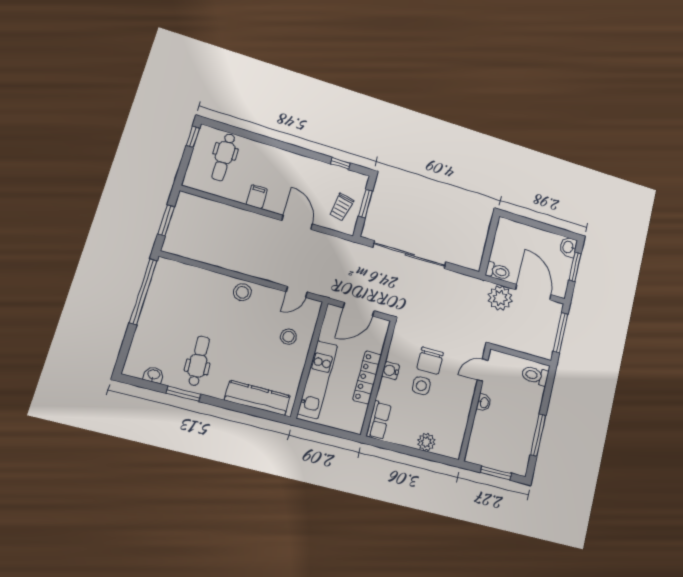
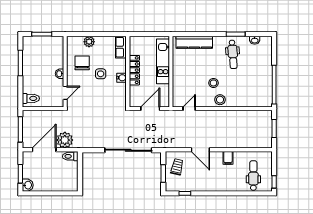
door: (533, 292) -> (44, 150), swing flipped
stool: (288, 337) -> (213, 83), moved
chair: (430, 361) -> (82, 63), moved

